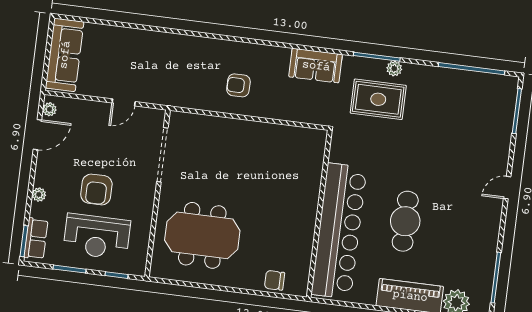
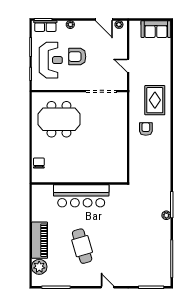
sofa: (65, 55) -> (156, 29), width x0.73
sofa: (316, 66) -> (162, 171), removed
rug: (378, 99) -> (155, 100), moved
cafe table: (405, 221) -> (82, 246), moved, turned 74
bar counter: (339, 231) -> (81, 196), width x0.73
meeting table: (202, 235) -> (59, 119), turned 90
reception desk: (97, 237) -> (51, 60), turned 180

